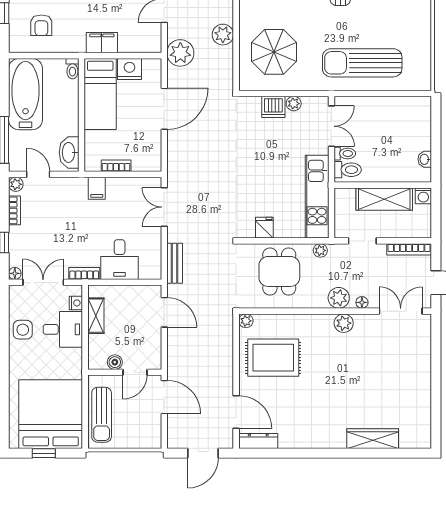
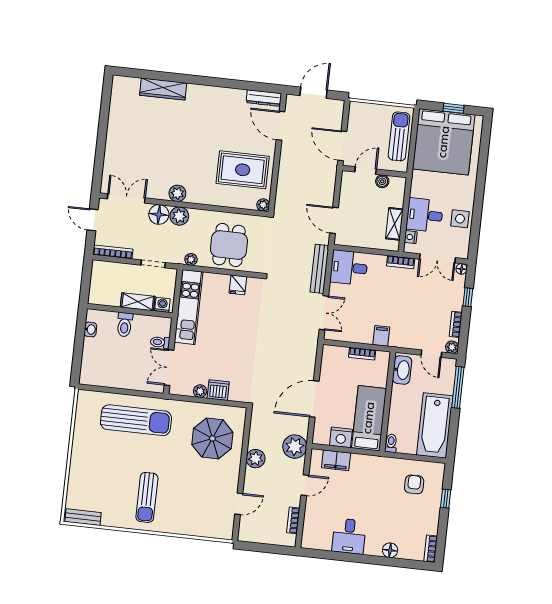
filing cabinet: (102, 43) -> (336, 460), moved
toilet: (348, 170) -> (125, 325), moved, turned -90
washing machine: (423, 196) -> (162, 305), moved
shelving: (384, 199) -> (138, 302), width x0.67, depth x0.75
desk: (120, 260) -> (349, 268), moved, turned -90
bench: (175, 263) -> (319, 269), width x1.36
floor lamp: (362, 302) -> (159, 214), width x1.89, depth x1.89
double door: (401, 311) -> (126, 198), swing flipped

